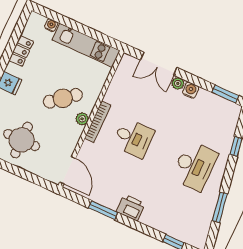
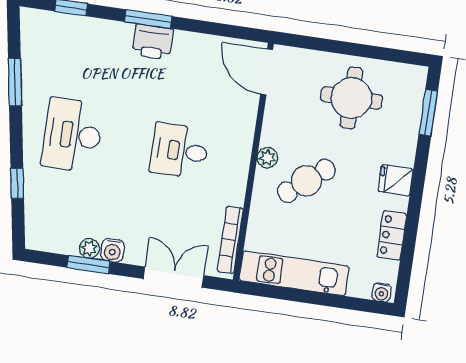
water cooler: (51, 25) -> (382, 292), moved
plant: (178, 83) -> (89, 248), moved
window: (225, 94) -> (89, 265), moved
bookcase: (98, 122) -> (230, 240), moved
window: (103, 210) -> (148, 19), moved

